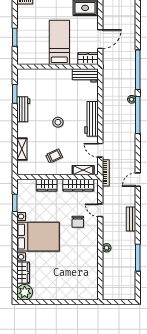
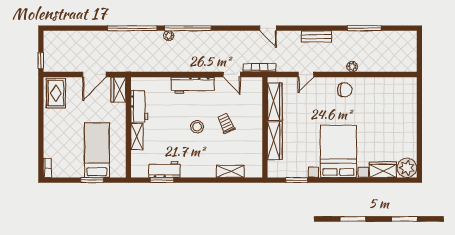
door: (100, 39) -> (94, 75), swing flipped
bed: (59, 42) -> (97, 150), moved, turned 90
workbench: (85, 75) -> (139, 106), moved
workbench: (23, 109) -> (164, 170), moved
door: (100, 150) -> (232, 75), hinge flipped
trolley: (54, 156) -> (226, 123), moved
shelving: (83, 170) -> (137, 136), moved
wardrobe: (47, 185) -> (275, 141), width x1.50
chair: (78, 222) -> (345, 90), moved

